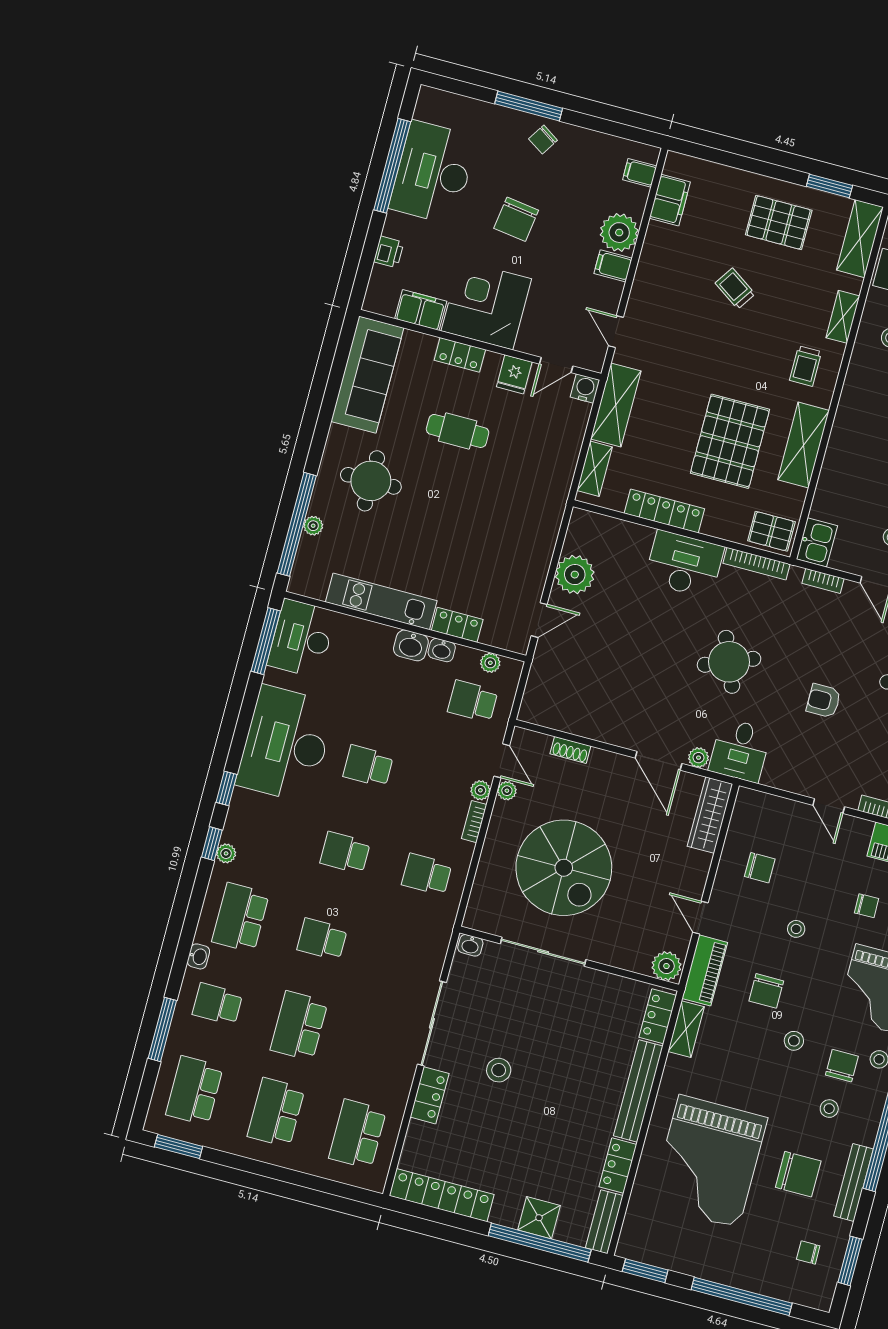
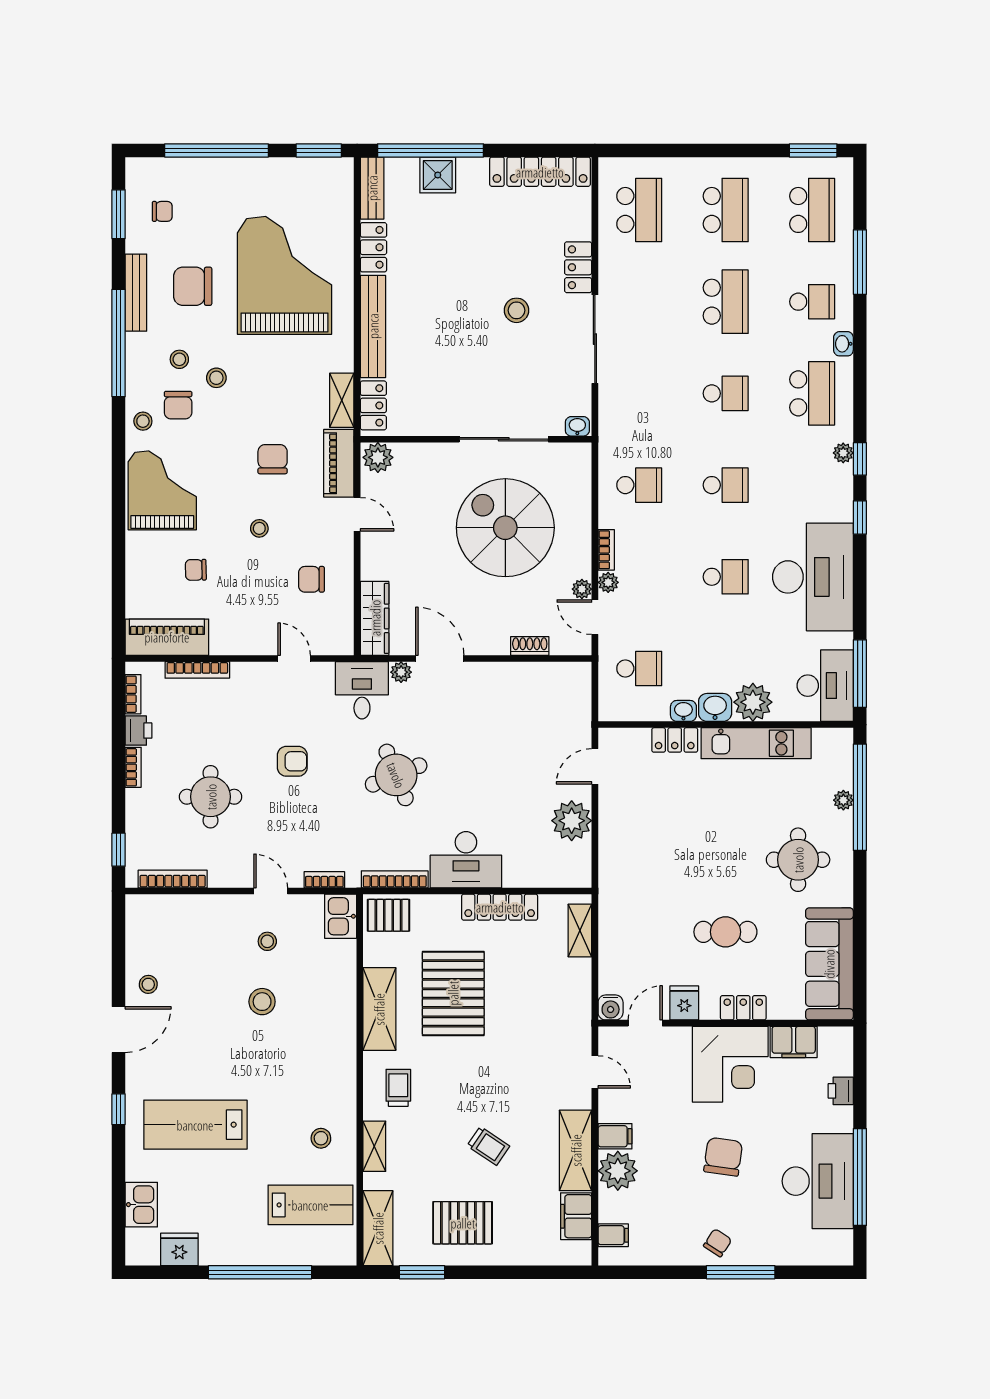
shelving: (616, 405) -> (576, 1150), moved
plant: (490, 663) -> (753, 702), moved, width x1.88, depth x1.88
door: (829, 806) -> (294, 659), moved
stool: (794, 1041) -> (216, 378), moved

